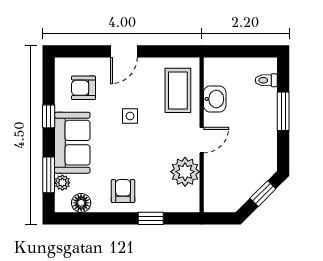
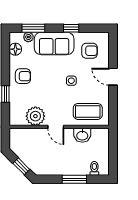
armchair: (83, 88) -> (90, 51), turned 90

